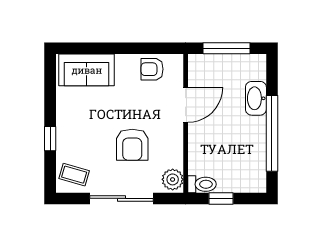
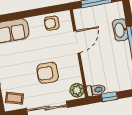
armchair: (132, 145) -> (48, 73), turned 90

